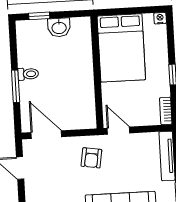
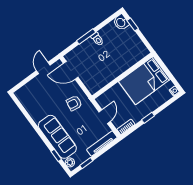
washbasin: (59, 27) -> (121, 22), moved
door: (118, 131) -> (105, 117), moved
door: (46, 135) -> (71, 70), swing flipped

